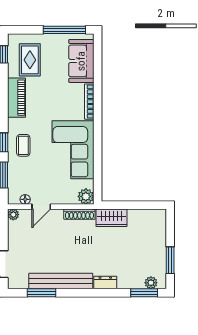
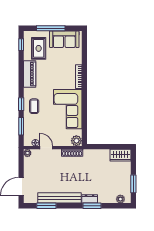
window: (64, 30) -> (51, 28), moved
sofa: (81, 61) -> (64, 39), moved, turned -90
door: (41, 207) -> (46, 148), swing flipped
wardrobe: (111, 218) -> (120, 155), moved
window: (144, 293) -> (92, 206), moved

